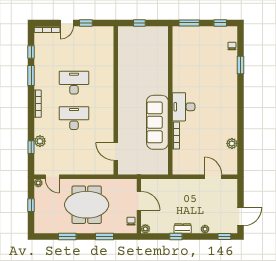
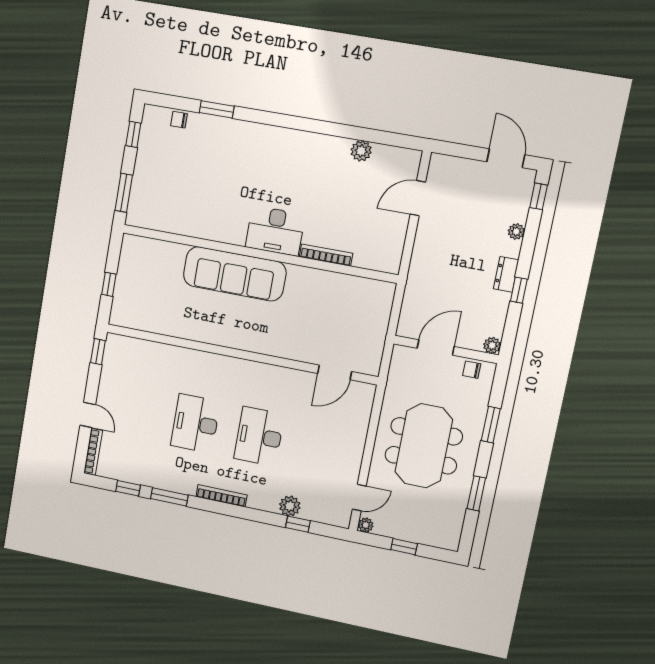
window: (86, 23) -> (98, 352), moved
sofa: (157, 122) -> (235, 274), moved

